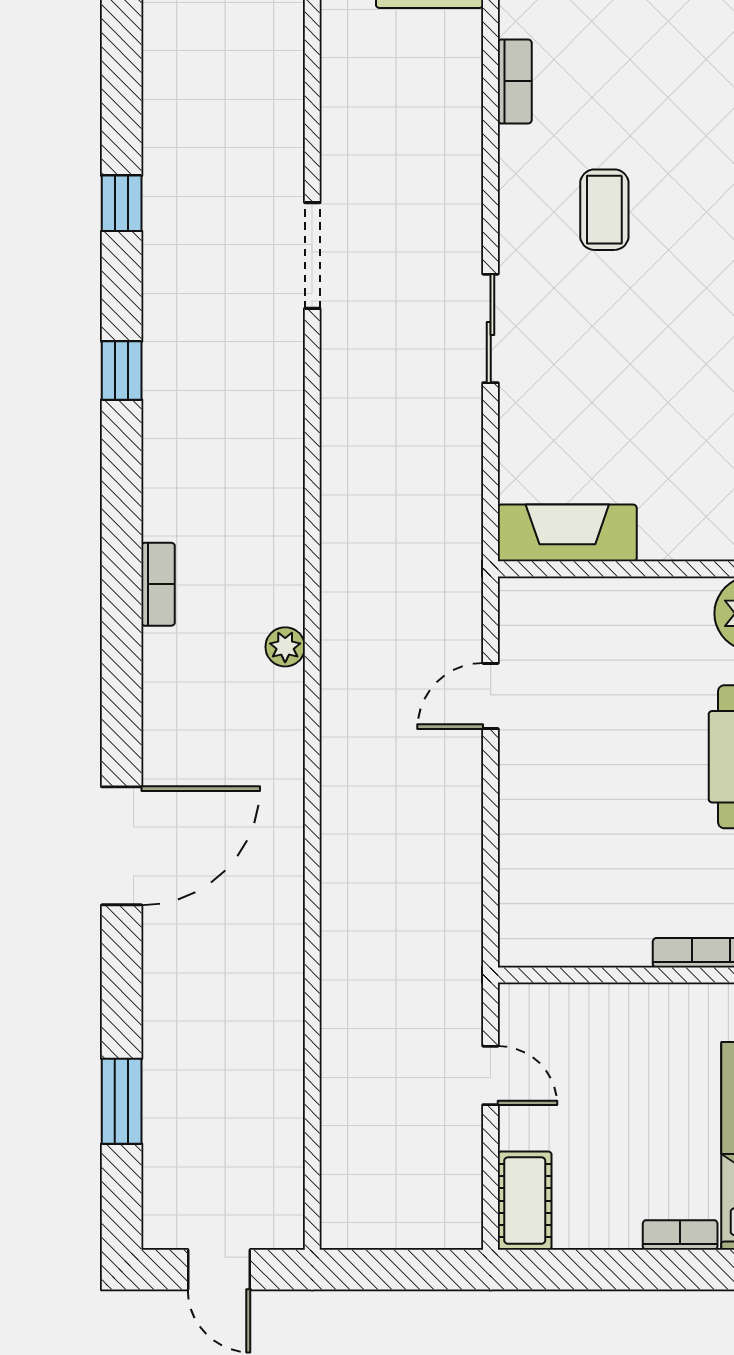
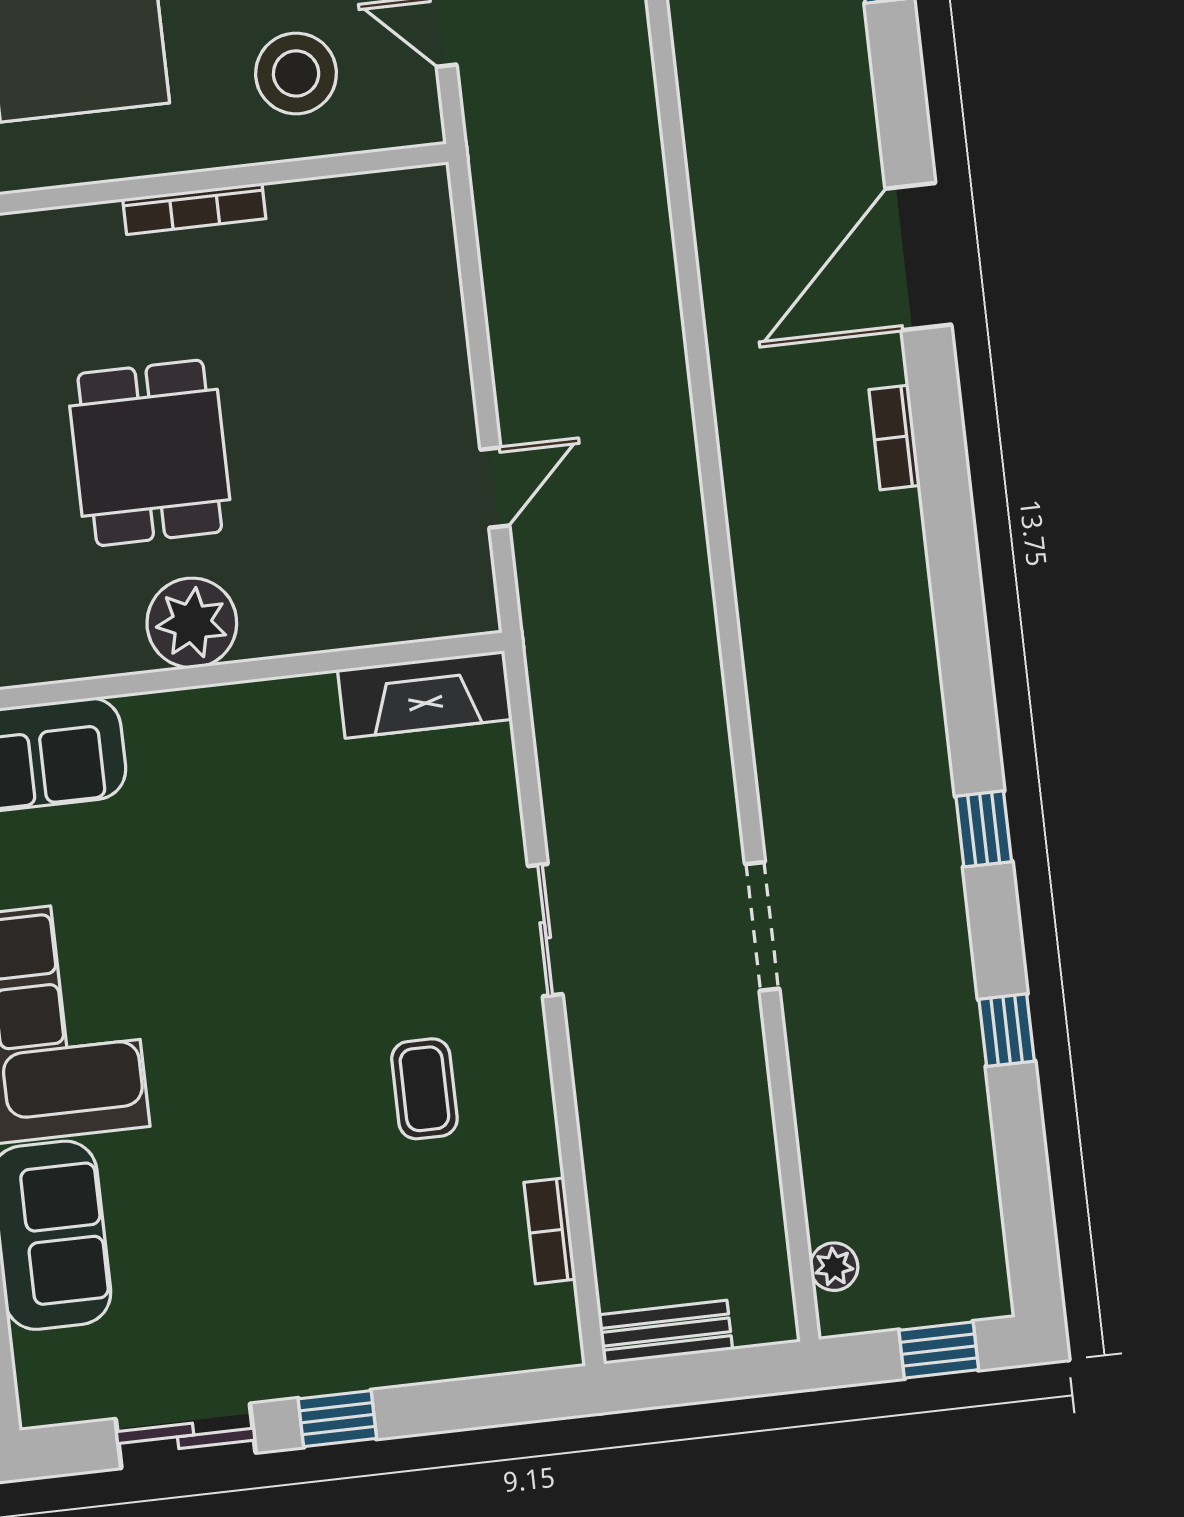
doorway: (312, 255) -> (762, 926), moved
bookcase: (158, 584) -> (895, 437), moved
plant: (285, 647) -> (834, 1267), moved
stool: (615, 1054) -> (296, 73), added

